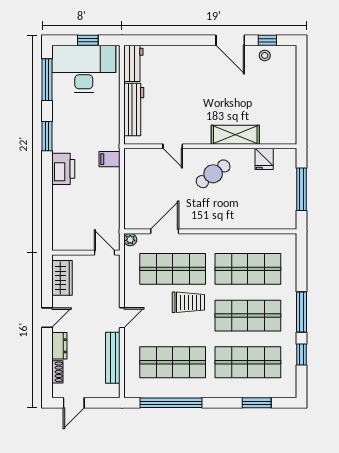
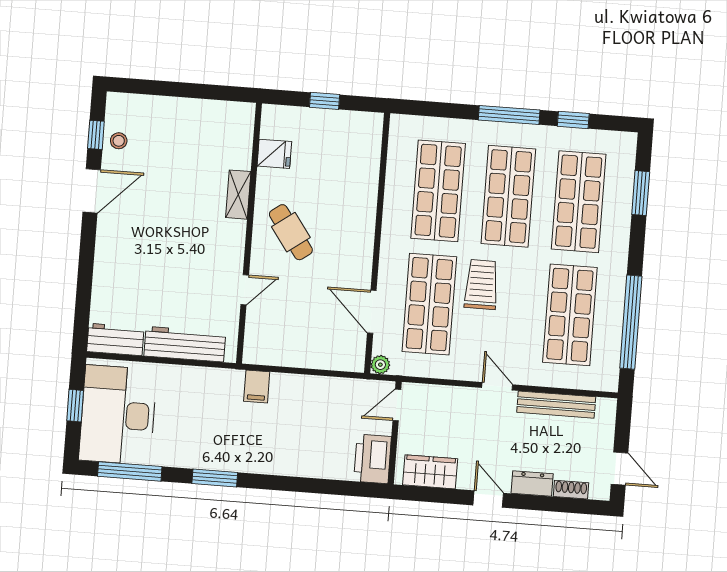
shelving: (235, 135) -> (238, 195), width x0.67, depth x0.75
printer: (63, 169) -> (373, 459), moved, turned -90
window: (302, 189) -> (325, 101), width x0.46

